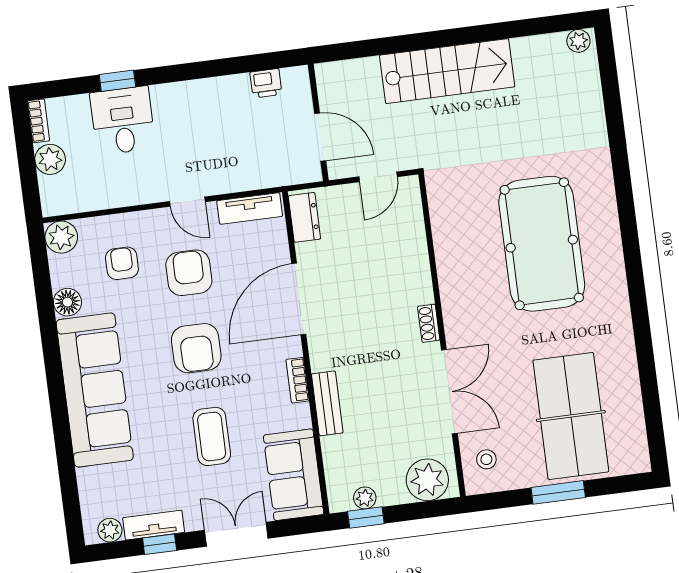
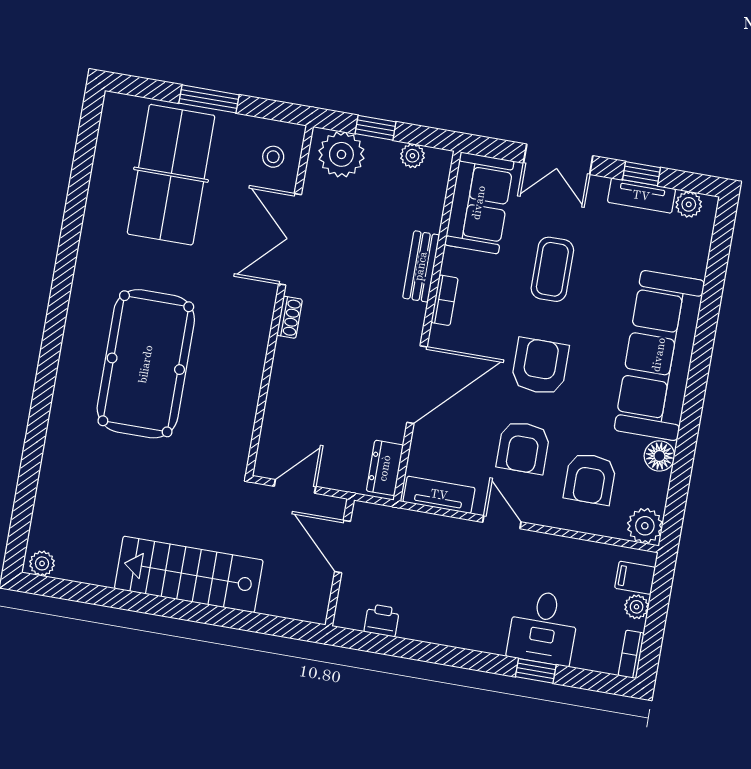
plant: (50, 159) -> (637, 607), width x0.73, depth x0.73
filing cabinet: (56, 189) -> (635, 578), added
armchair: (122, 263) -> (590, 479), width x1.38, depth x1.38
window: (366, 517) -> (376, 128), moved

